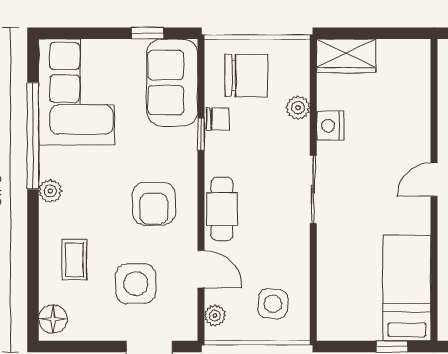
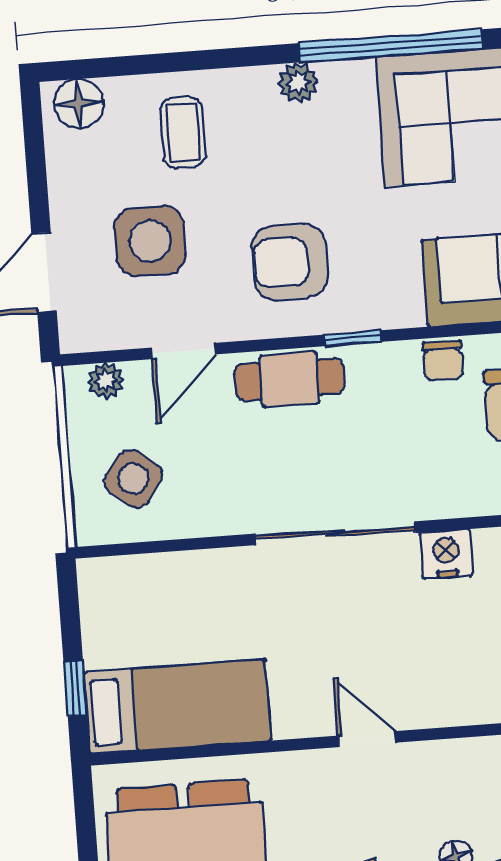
plant: (298, 108) -> (473, 497), removed
window: (201, 134) -> (352, 338), moved
sliding door: (313, 189) -> (335, 533), width x1.37
coffee table: (74, 260) -> (183, 133), turned 90
side table: (273, 304) -> (133, 479), turned 32

